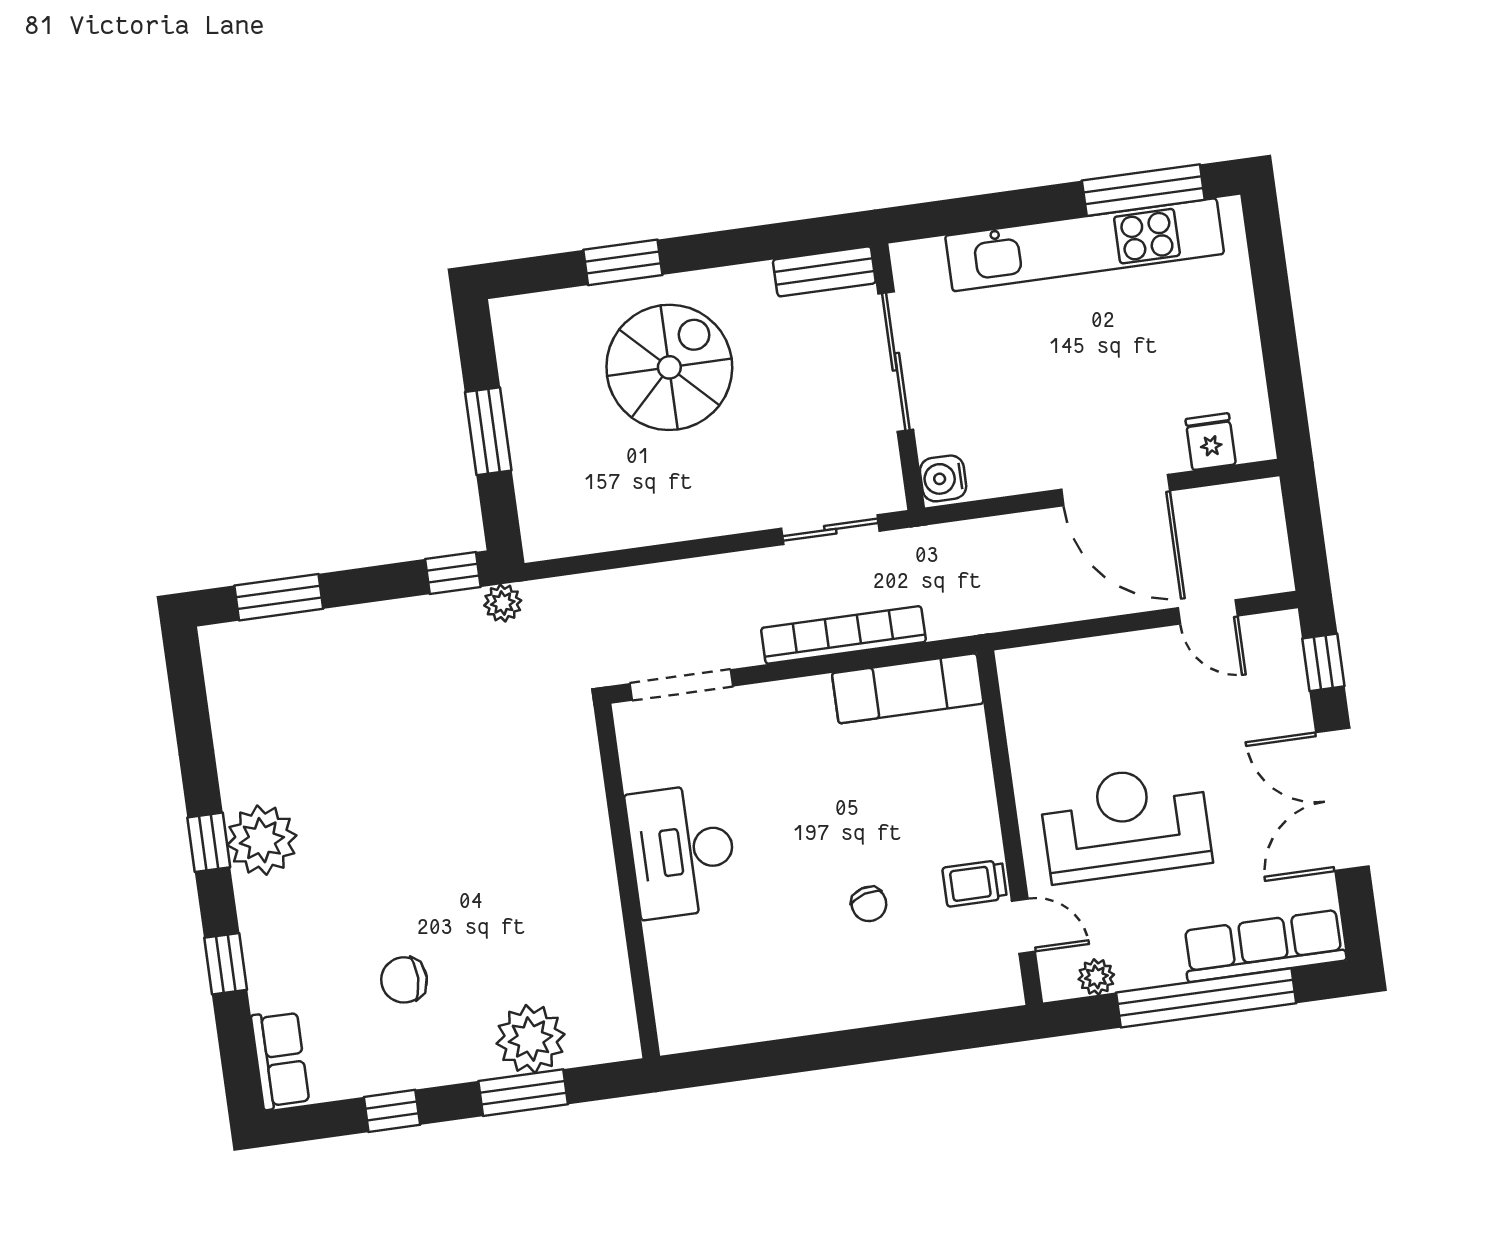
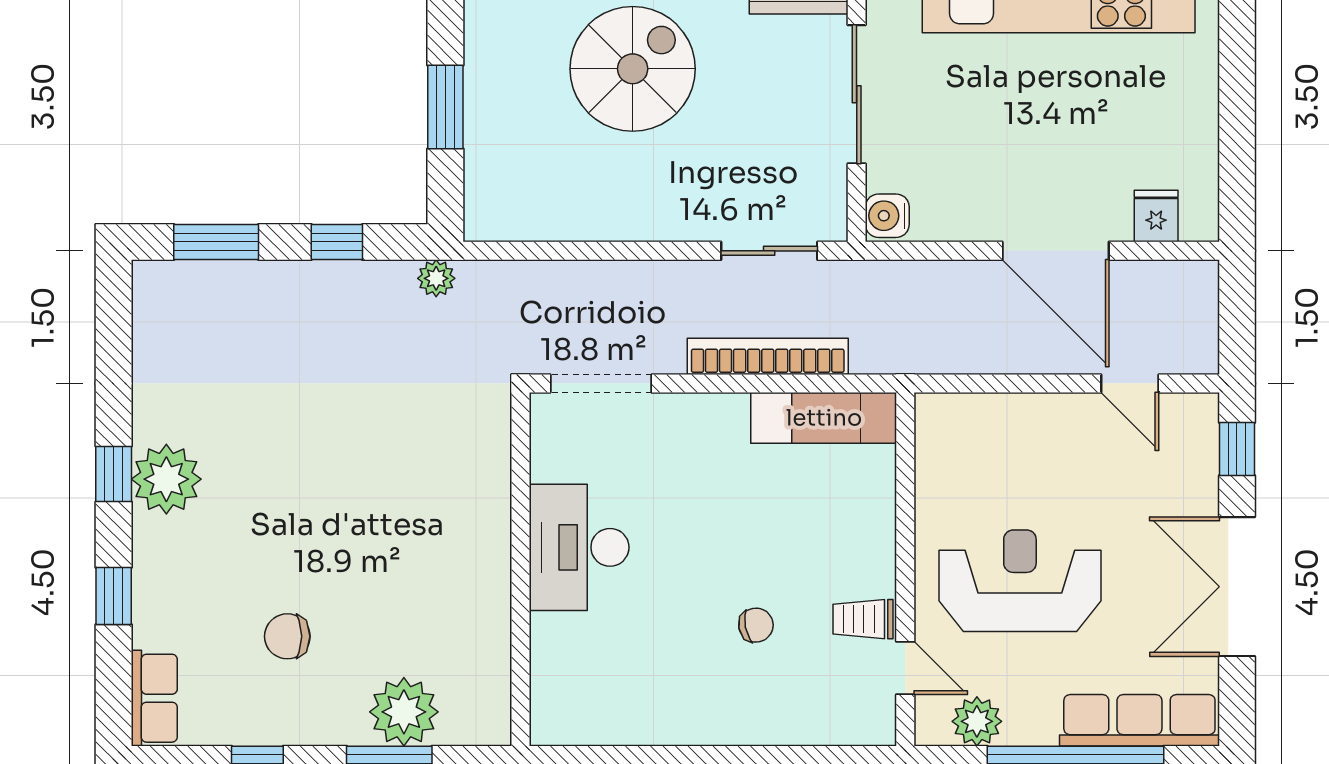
window: (453, 573) -> (337, 242), moved
chair: (869, 904) -> (756, 625), turned -85
plant: (1096, 977) -> (977, 721), width x1.38, depth x1.38

